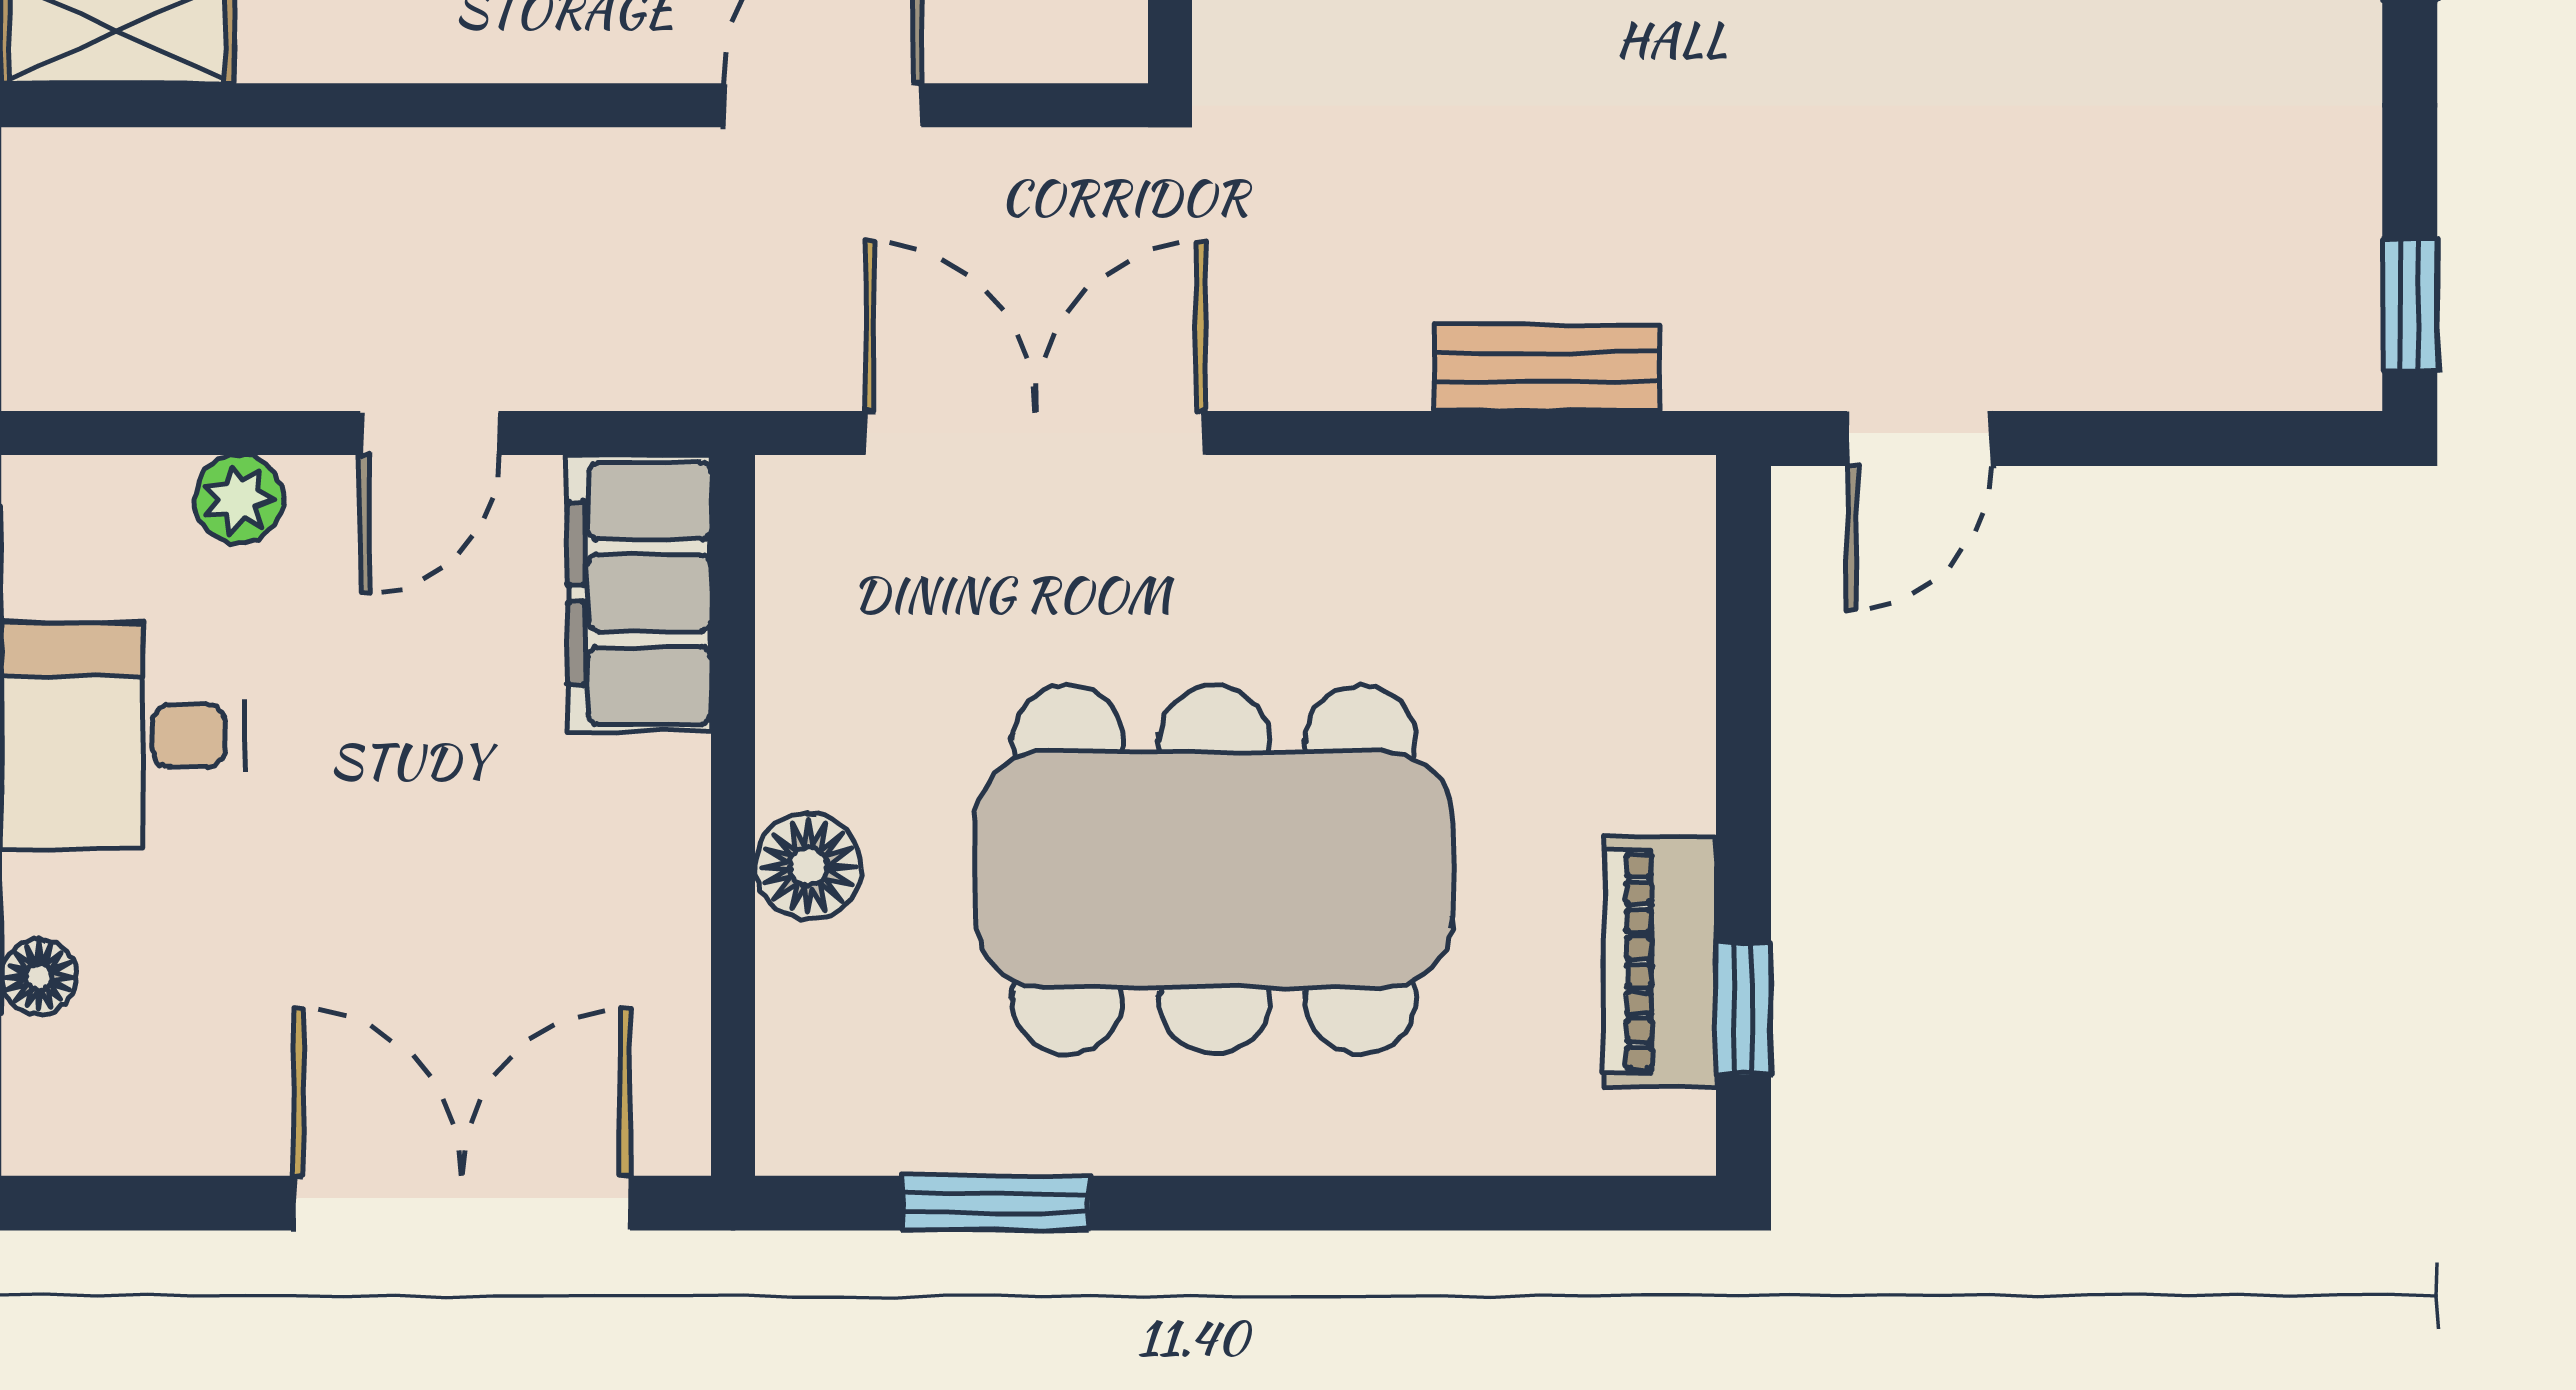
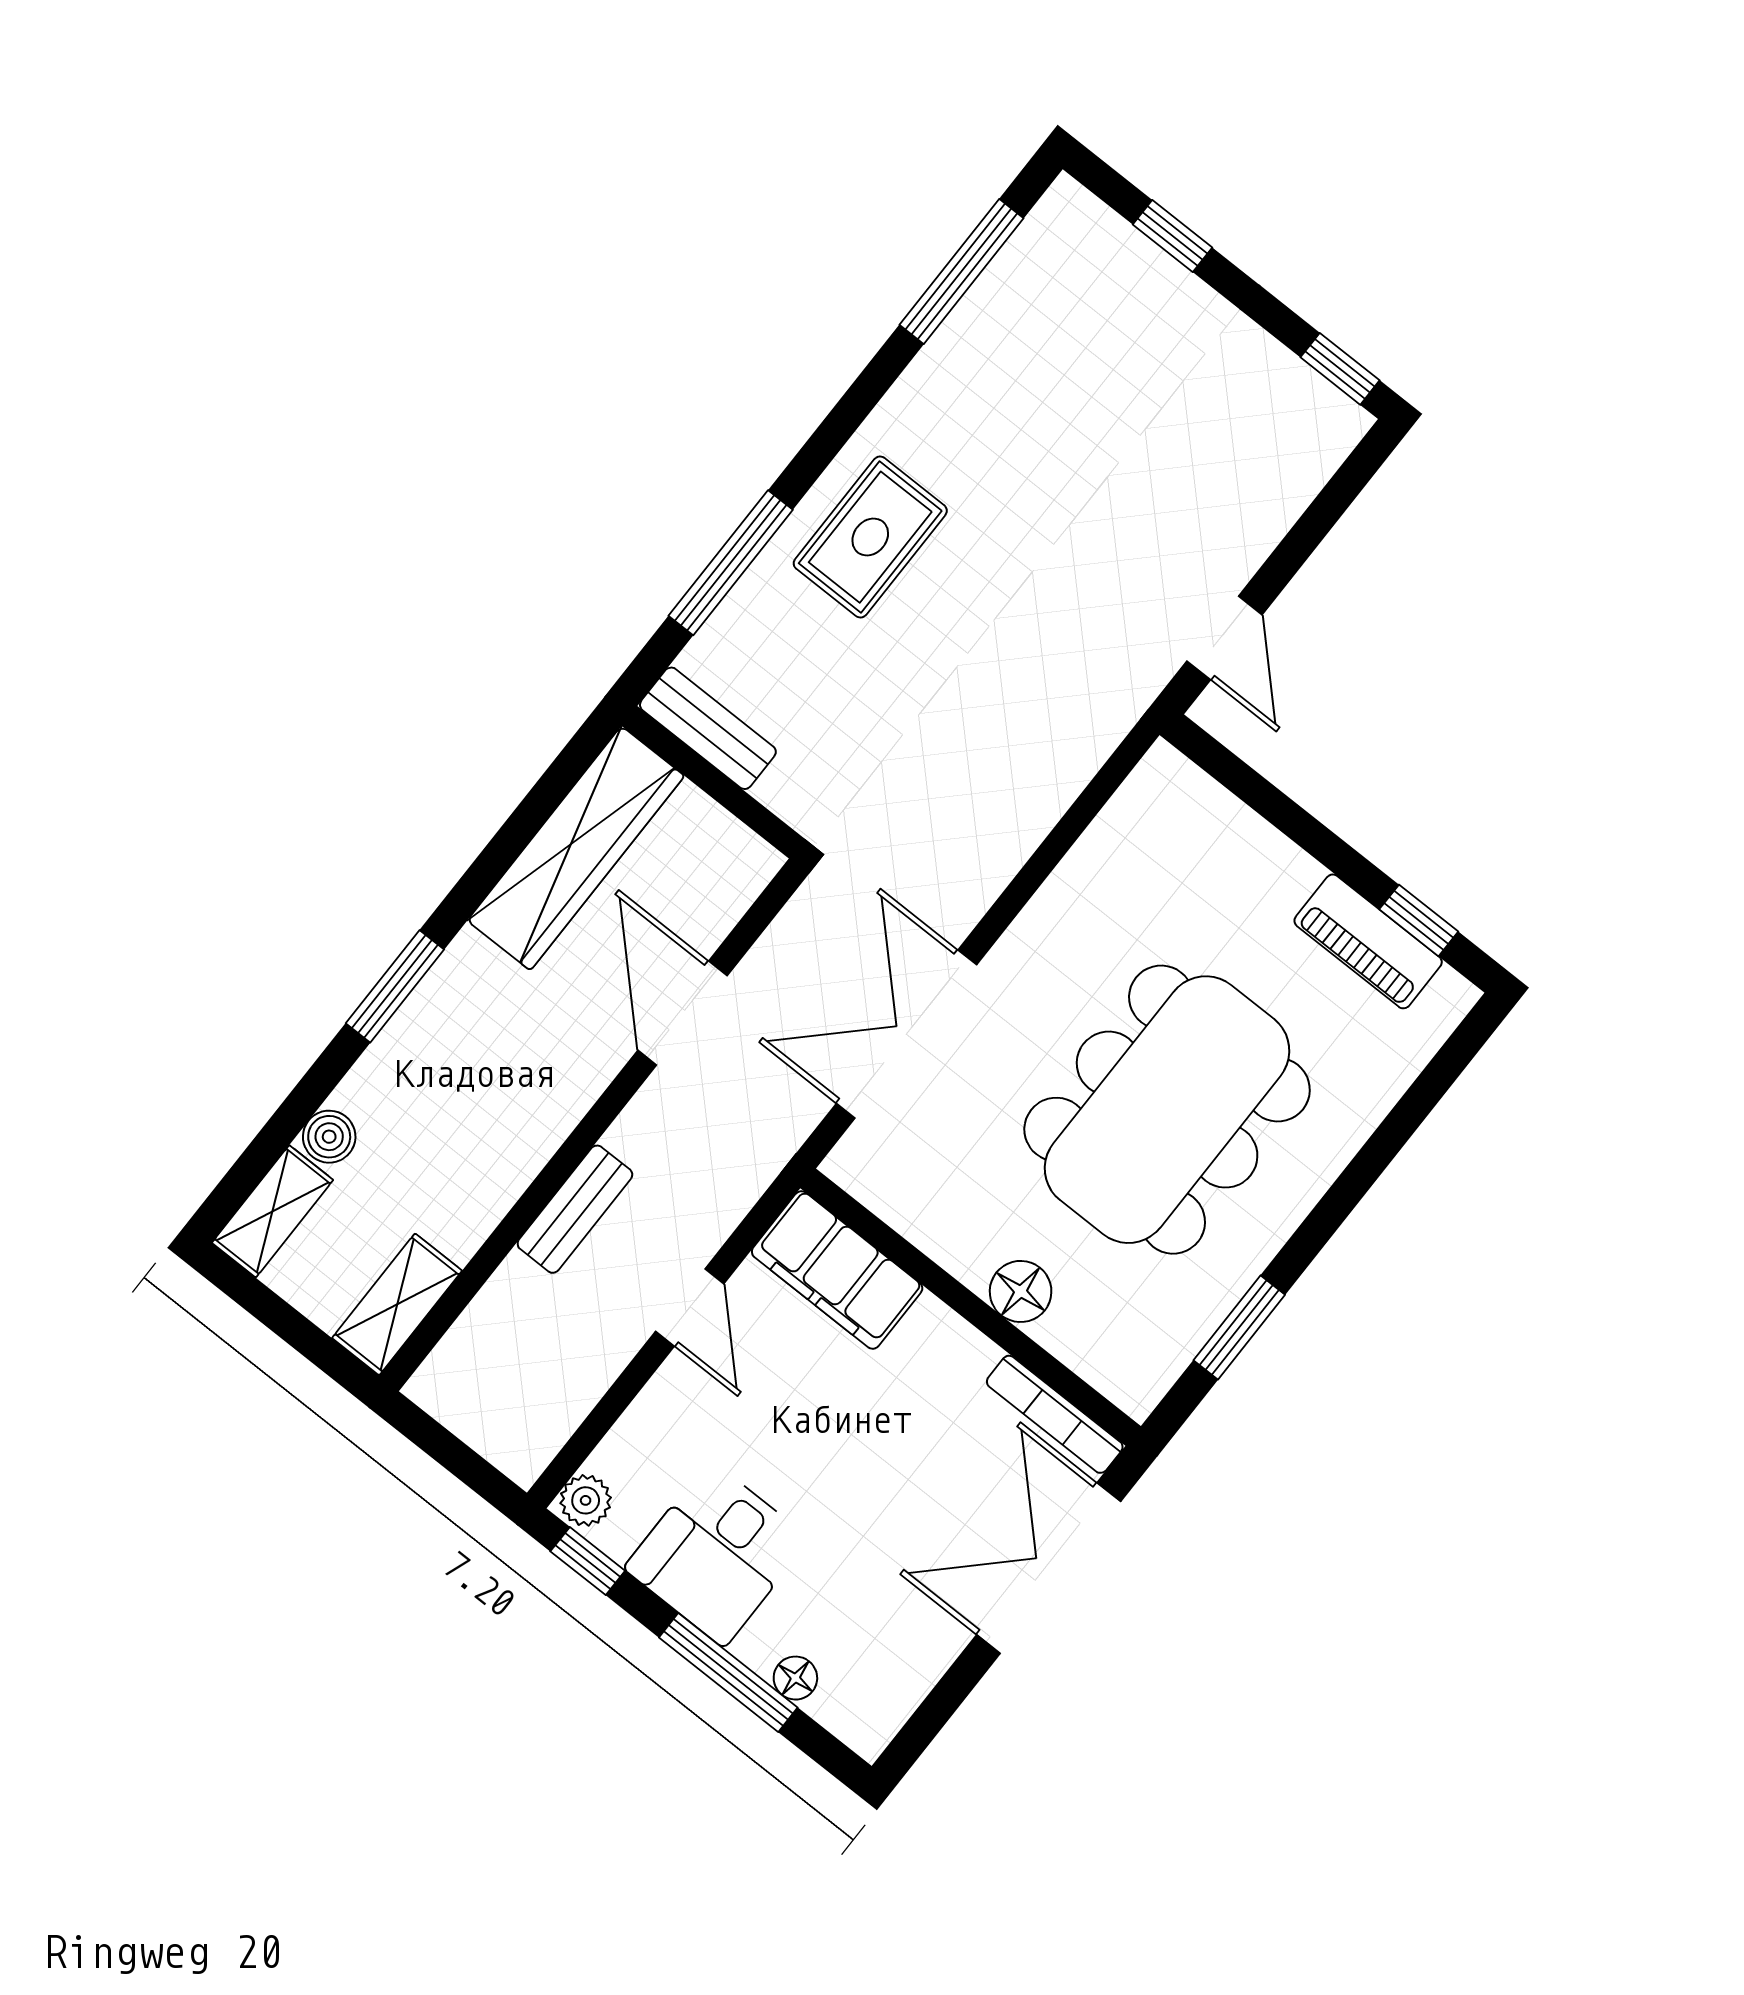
bench: (1547, 368) -> (575, 1209), moved
plant: (239, 499) -> (586, 1500), moved
bookcase: (678, 1045) -> (1055, 1414), added

